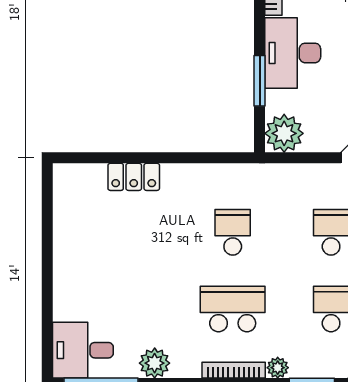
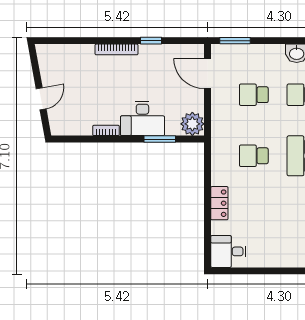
locker: (134, 177) -> (219, 203), moved
desk: (79, 191) -> (228, 251), added

